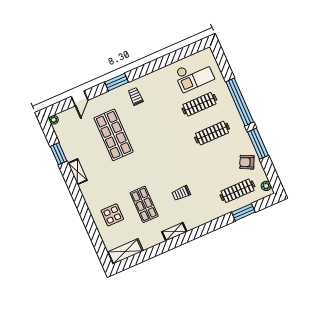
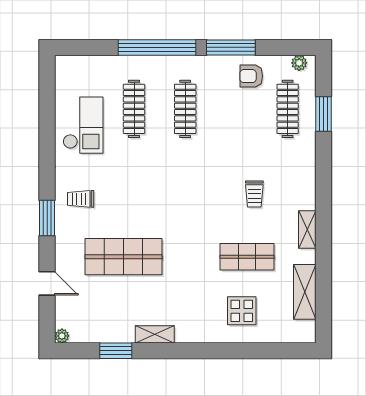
checkout: (194, 75) -> (83, 125), moved
armchair: (247, 162) -> (251, 76), turned 64
shelving: (125, 252) -> (305, 292), moved

